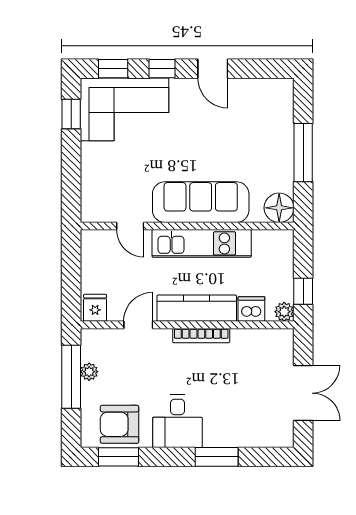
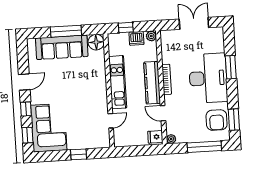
window: (71, 114) -> (79, 154), moved
sofa: (201, 202) -> (62, 47), moved, turned -90
window: (303, 291) -> (126, 28), moved
dishwasher: (251, 309) -> (136, 38), moved, turned -90
plant: (89, 372) -> (171, 139), moved
window: (71, 377) -> (204, 147), moved
desk: (178, 421) -> (208, 78), width x1.87, depth x1.30

